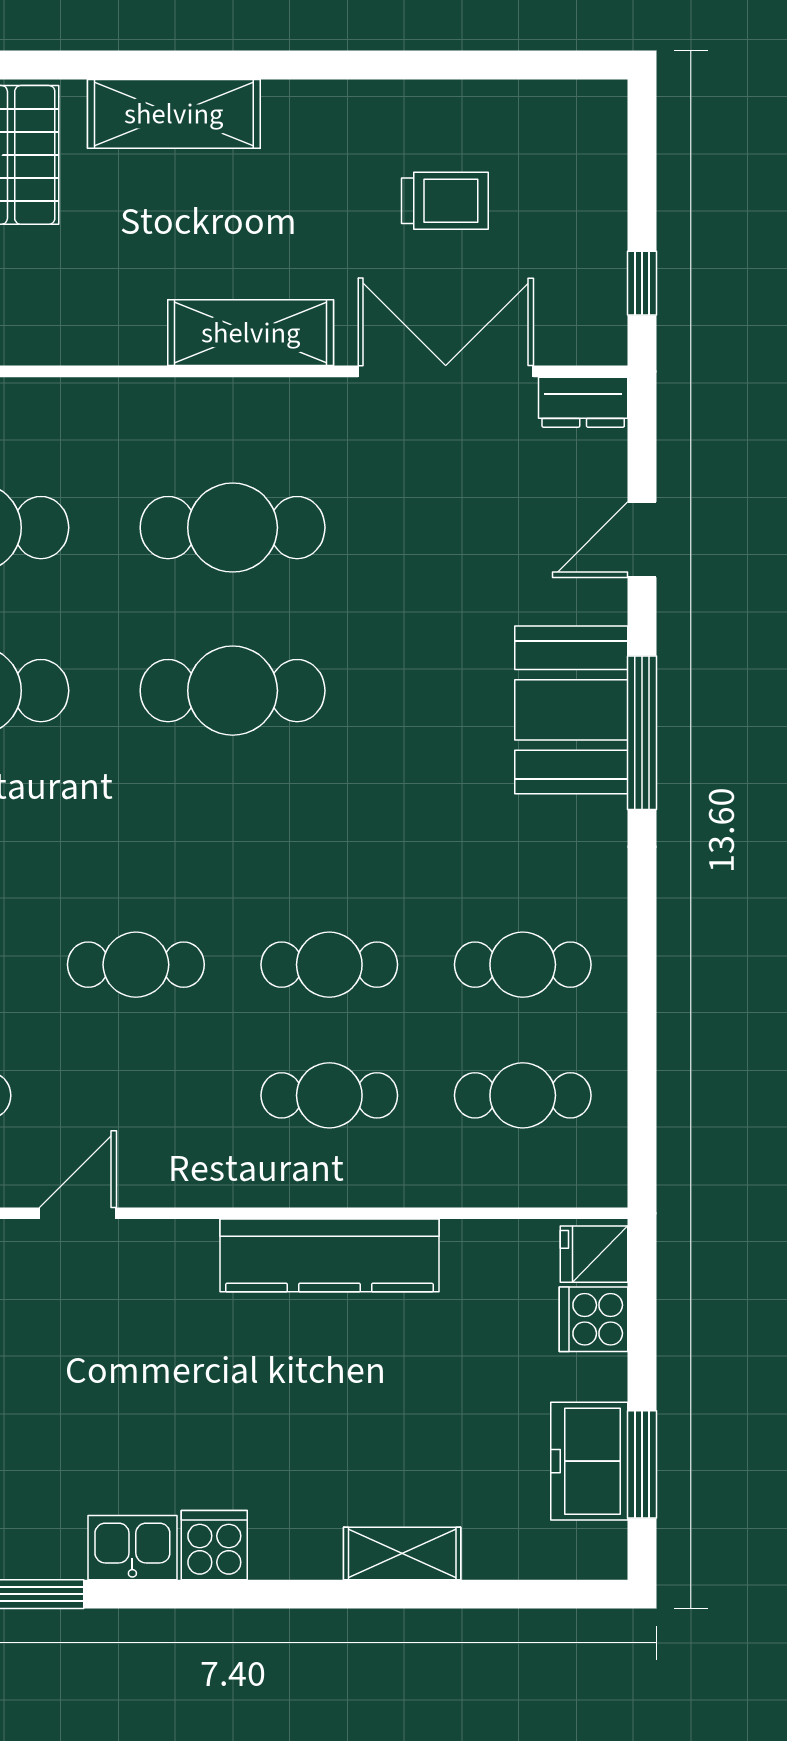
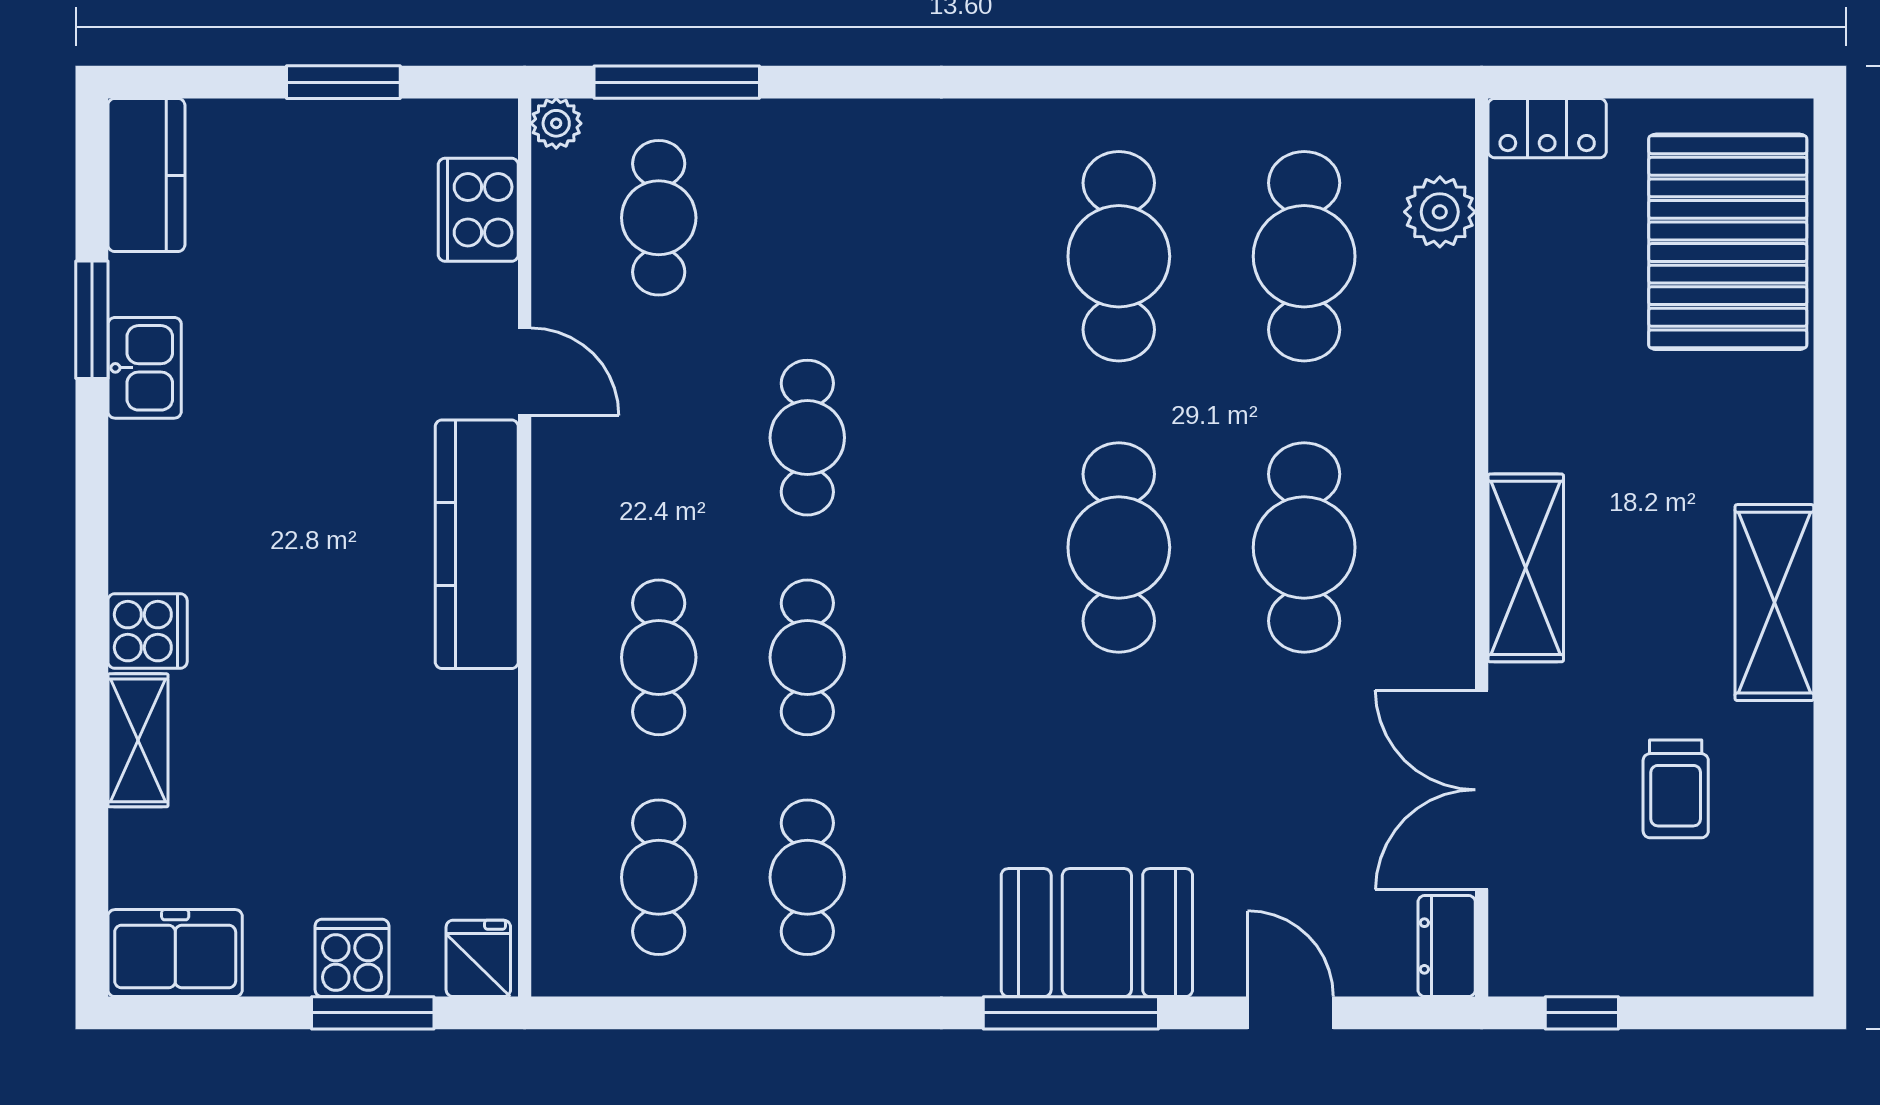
shelving: (174, 114) -> (1774, 603), moved
double door: (446, 371) -> (1482, 790), swing flipped
kitchen counter: (329, 1255) -> (477, 544), moved
cooker: (594, 1319) -> (352, 958), moved
freezer: (589, 1461) -> (175, 953), moved
window: (642, 1464) -> (373, 1013), moved
cooker: (214, 1545) -> (148, 631), moved
kitchen sink: (132, 1548) -> (145, 368), moved

